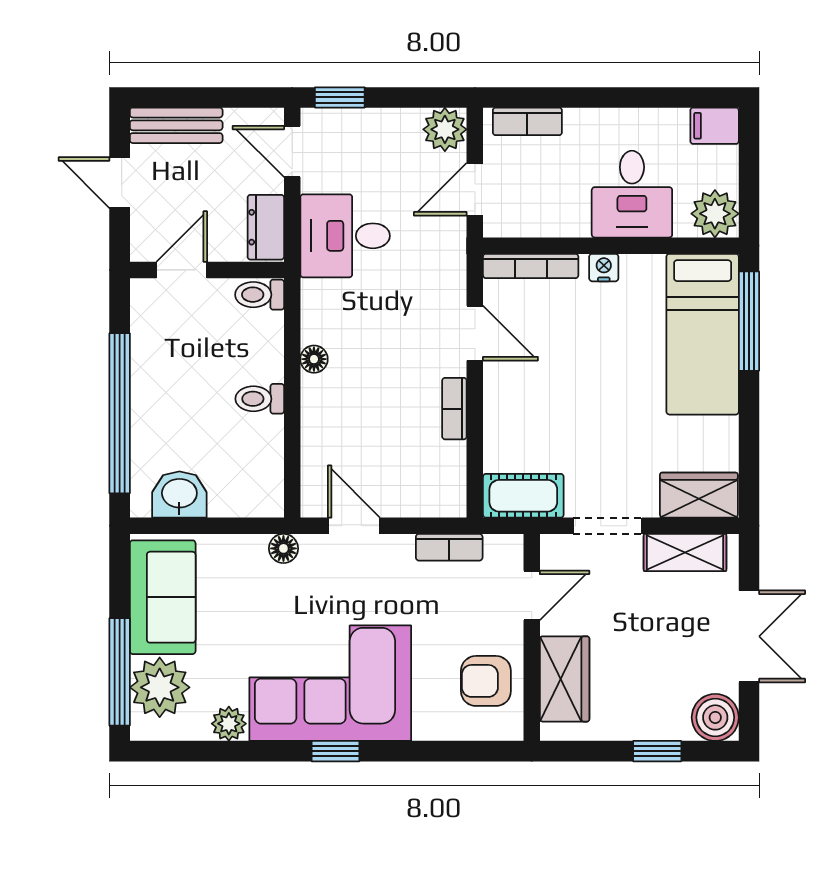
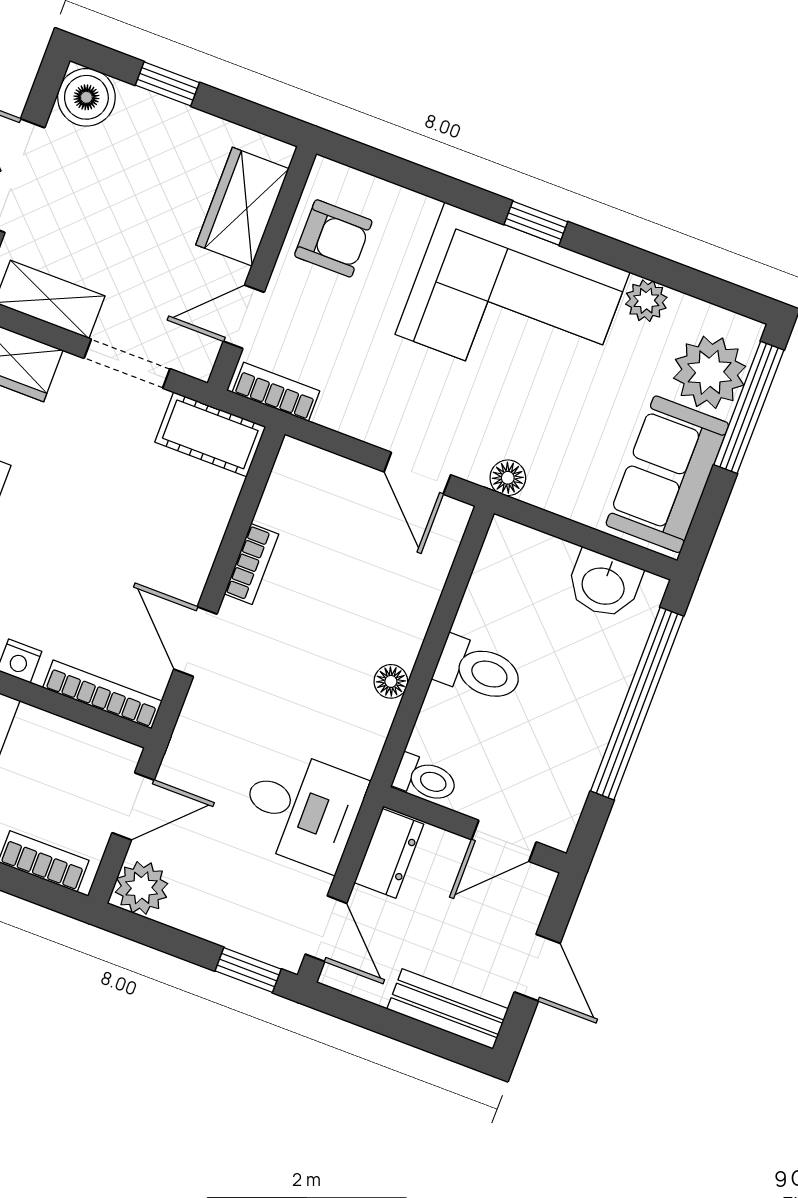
toilet: (260, 399) -> (479, 670), width x1.37, depth x1.39
bookcase: (449, 547) -> (276, 392), moved

